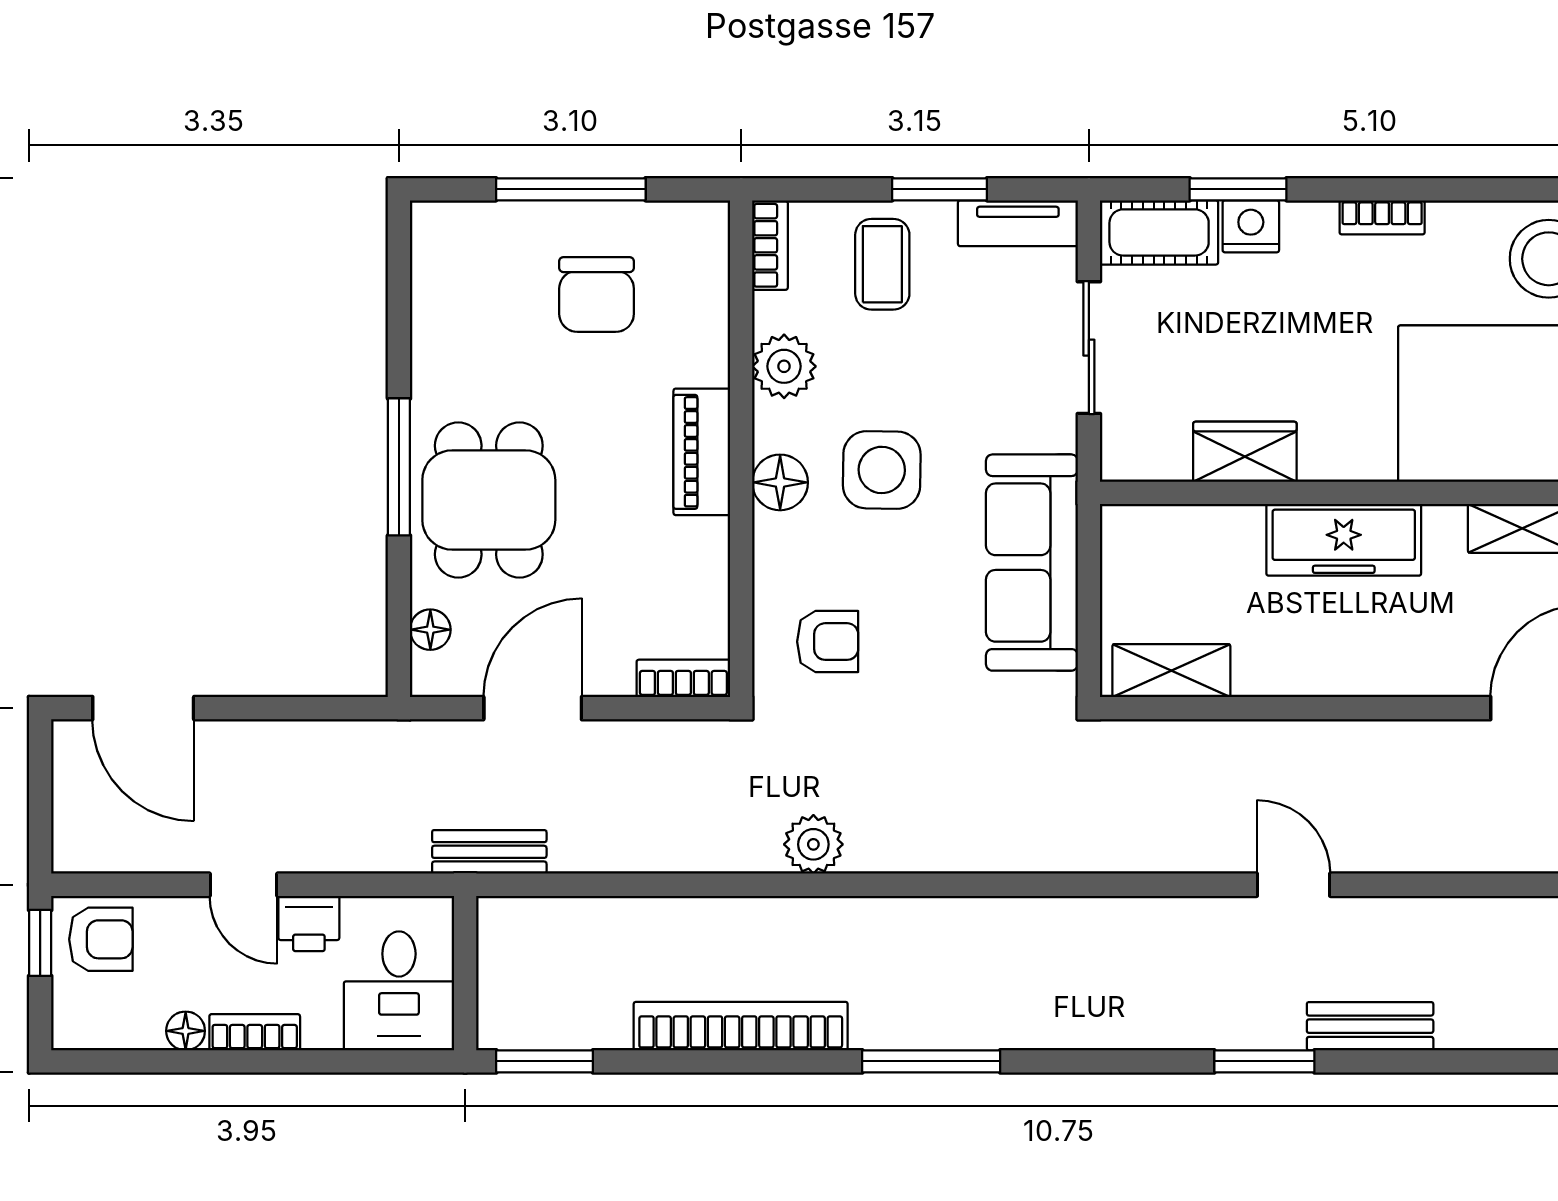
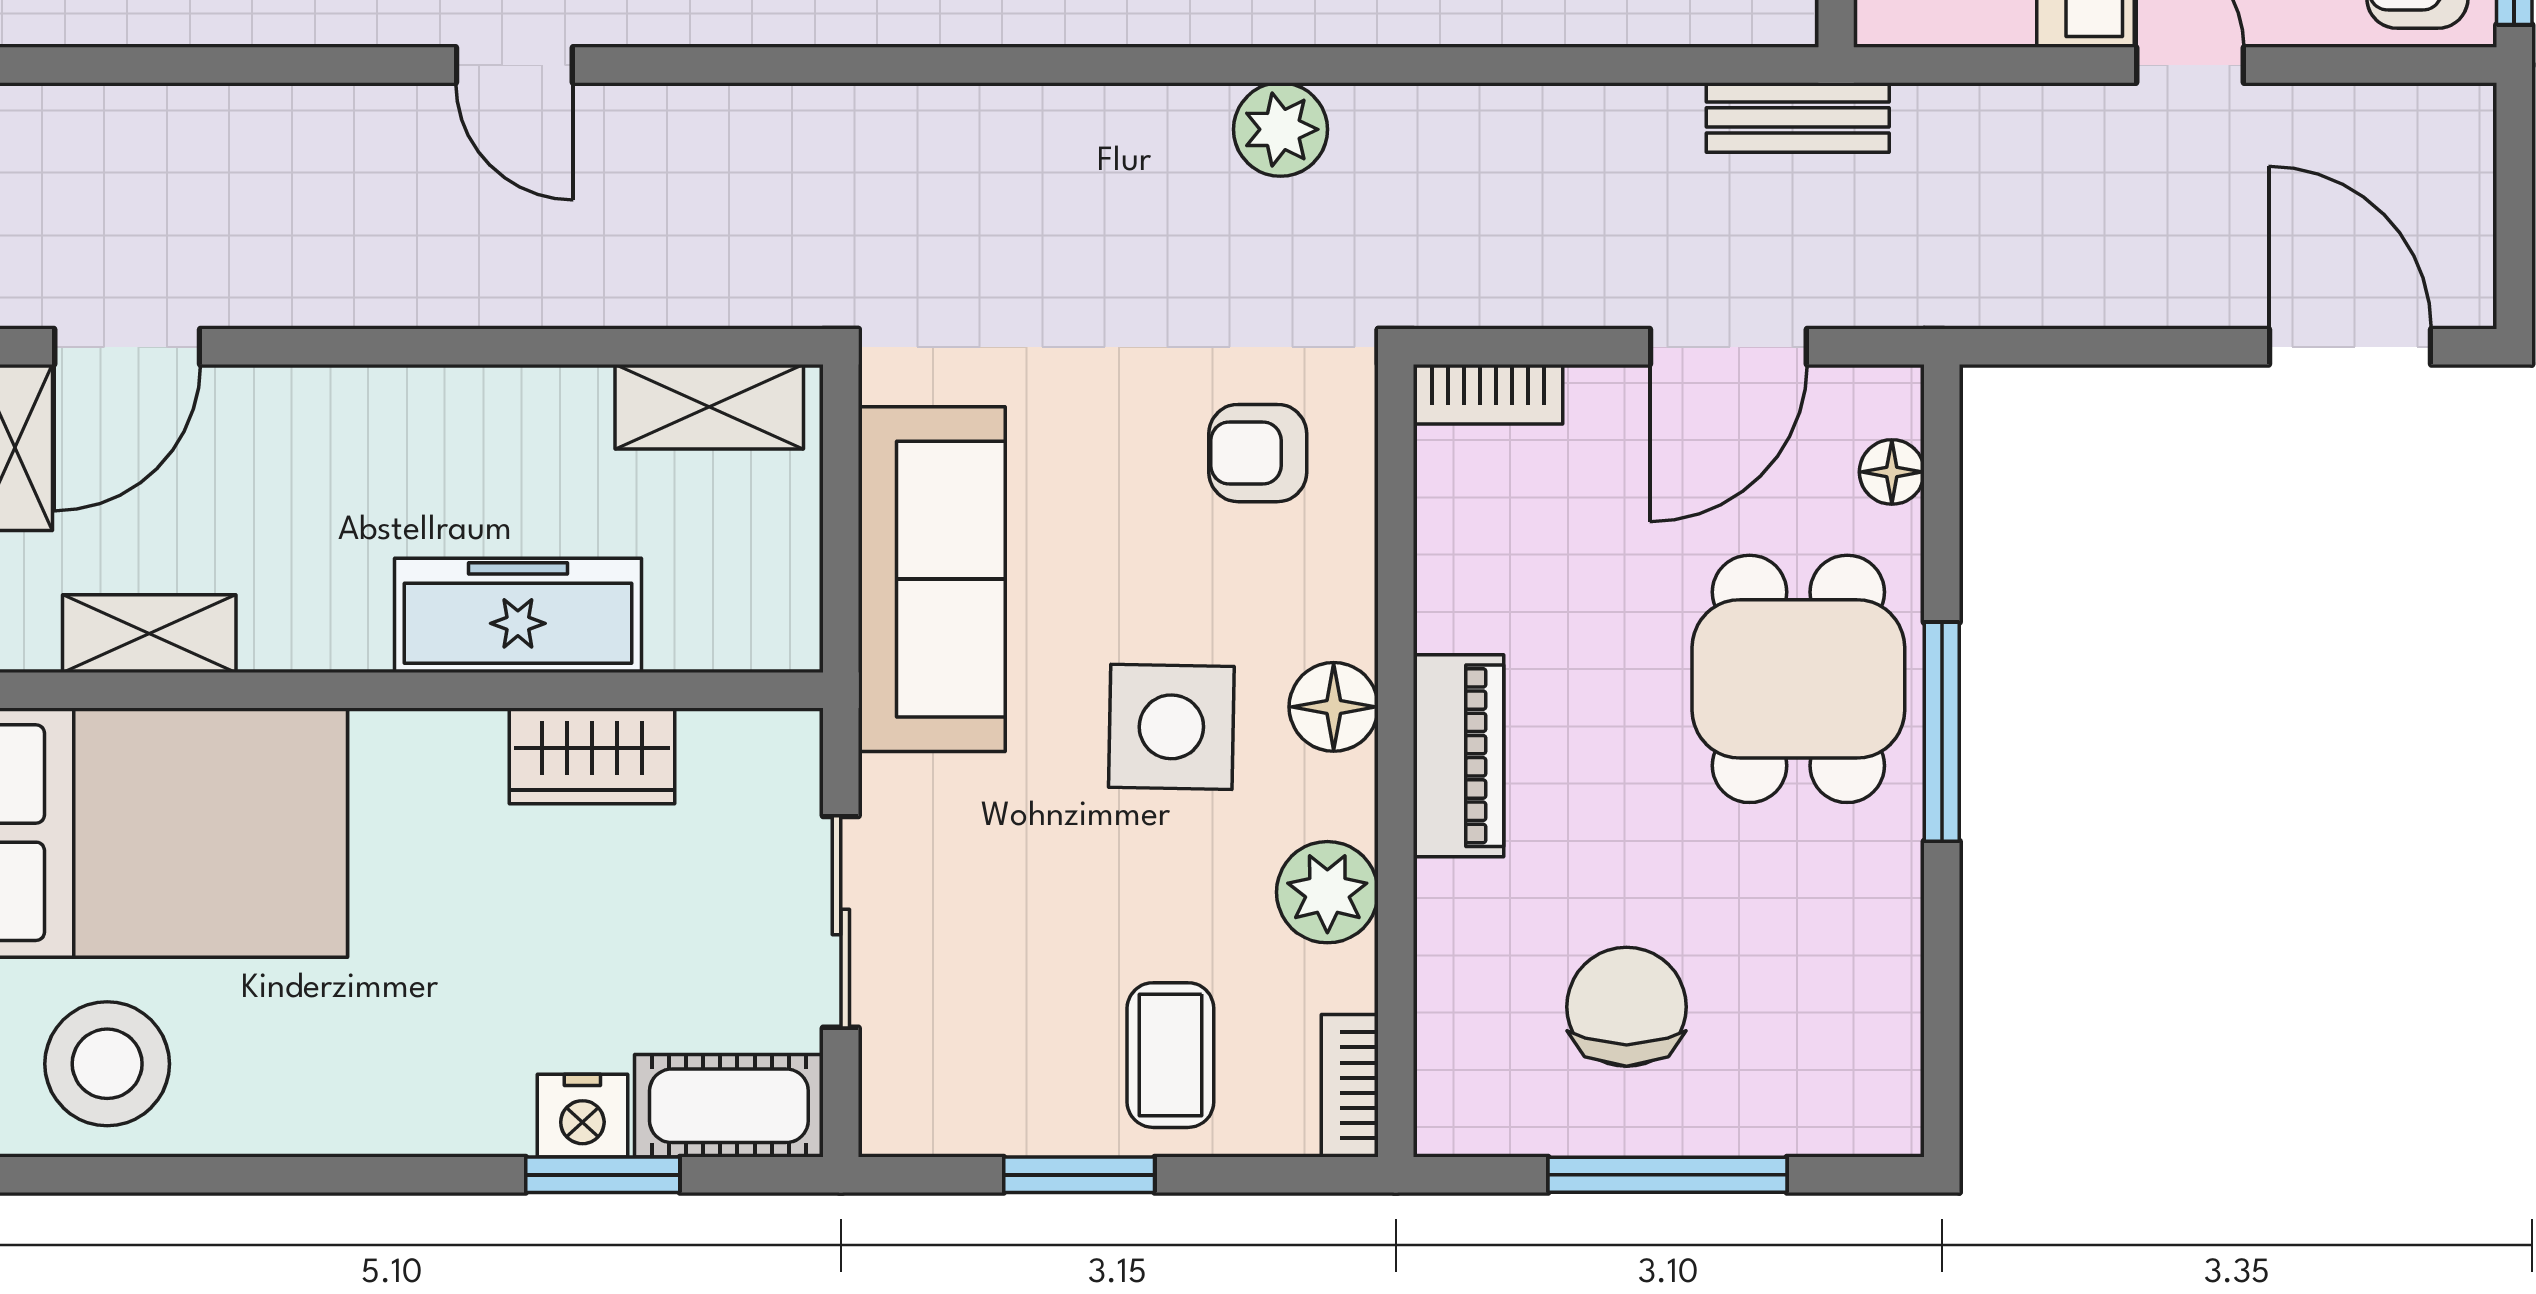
bookcase: (1382, 217) -> (373, 1130), removed
tv unit: (1018, 223) -> (954, 1121), removed
freezer: (1344, 540) -> (518, 615), moved

